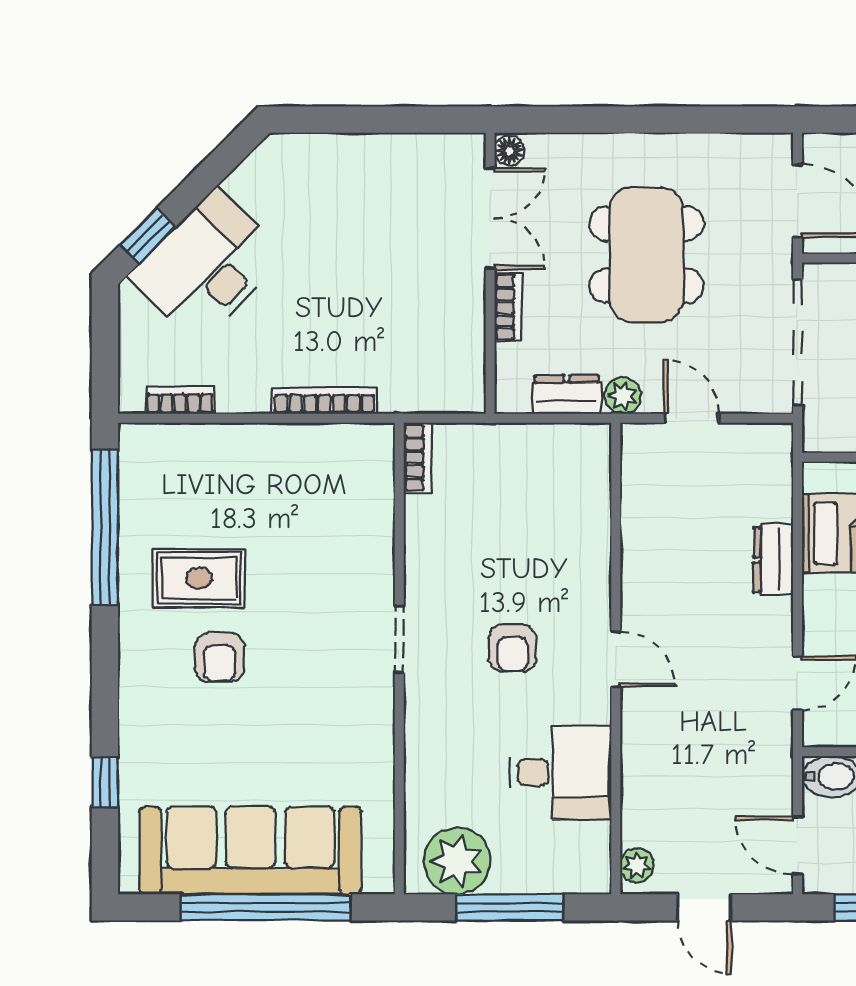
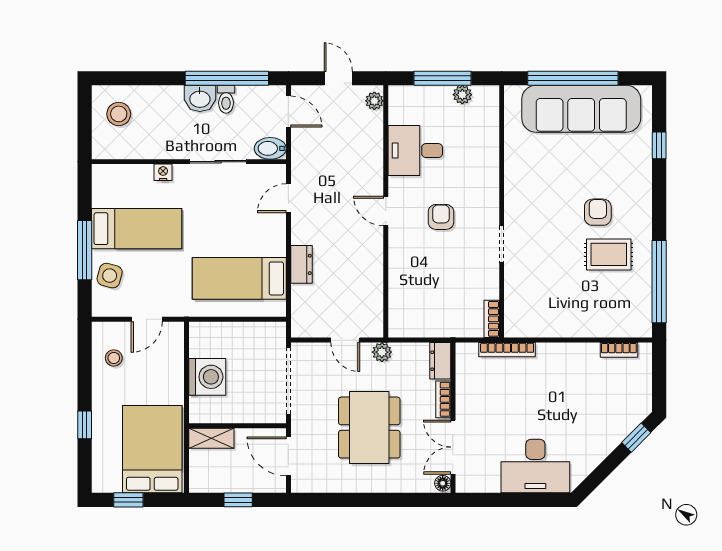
desk: (207, 266) -> (535, 466), moved, turned 45
dresser: (567, 395) -> (440, 361), moved, turned 90
bookcase: (324, 400) -> (507, 350), moved
doorway: (399, 640) -> (502, 244), moved
plant: (457, 861) -> (462, 95), width x0.53, depth x0.53

